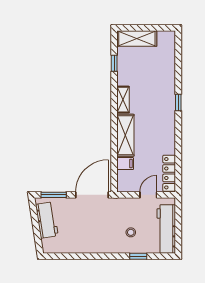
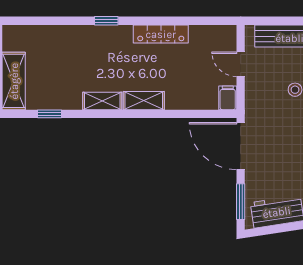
shelving: (125, 135) -> (144, 101), width x0.67, depth x0.75
filing cabinet: (125, 164) -> (228, 98), moved
locker: (169, 173) -> (161, 34), moved

